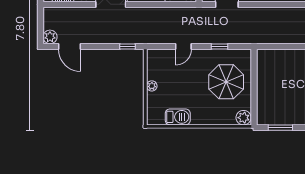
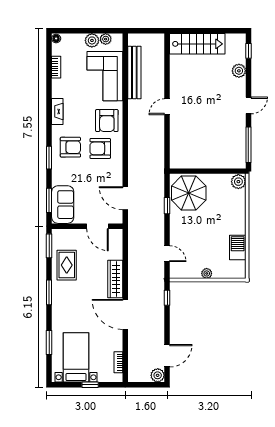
door: (183, 46) -> (167, 254), moved
parasol: (226, 82) -> (189, 193), moved
window: (280, 128) -> (248, 145), width x1.44

